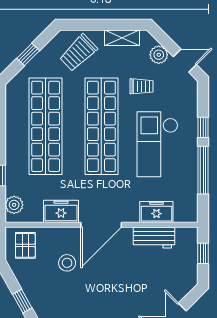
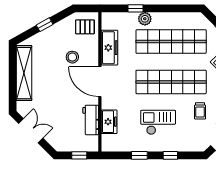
checkout: (157, 144) -> (158, 122), width x0.73, depth x0.83
window: (203, 170) -> (139, 155), width x0.46
plant: (14, 205) -> (145, 19), moved
freezer: (61, 211) -> (109, 48), width x1.40

